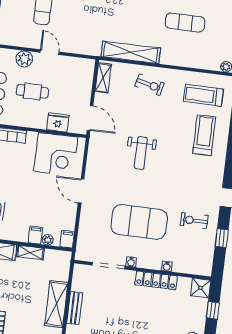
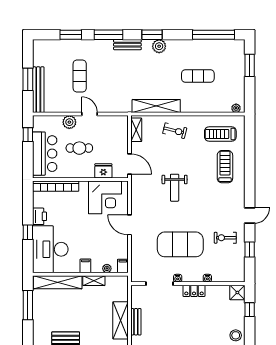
filing cabinet: (35, 235) -> (85, 266), moved
locker: (156, 280) -> (194, 291), width x0.66

